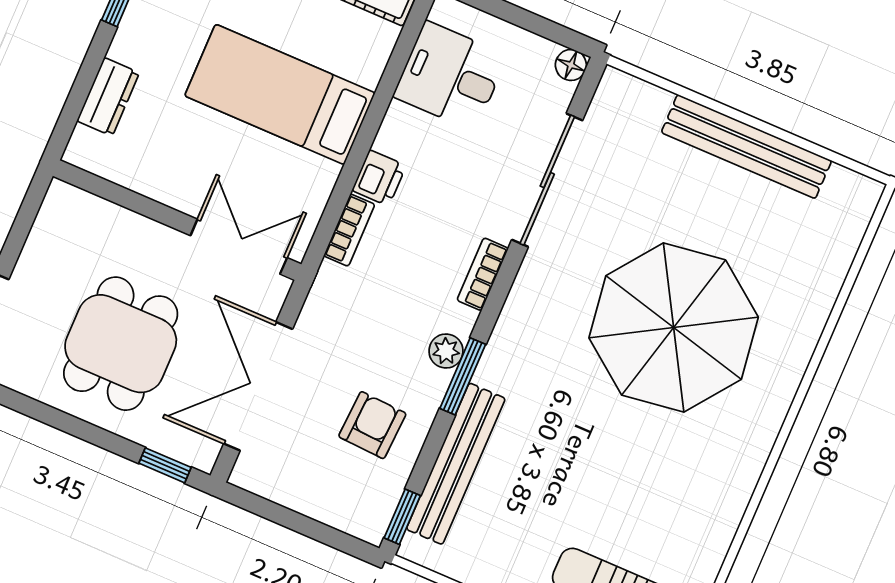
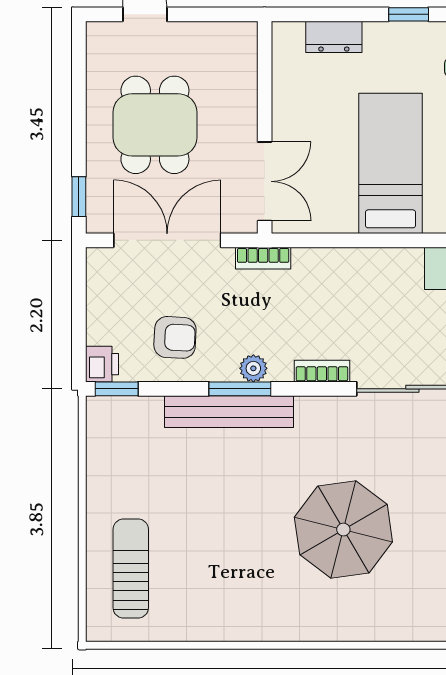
printer: (379, 178) -> (102, 364), moved, turned -90
bookcase: (349, 230) -> (263, 258), moved
parasol: (674, 327) -> (343, 530), width x0.73, depth x0.73
dining table: (121, 344) -> (155, 125), turned 90
bench: (456, 464) -> (229, 412), moved

